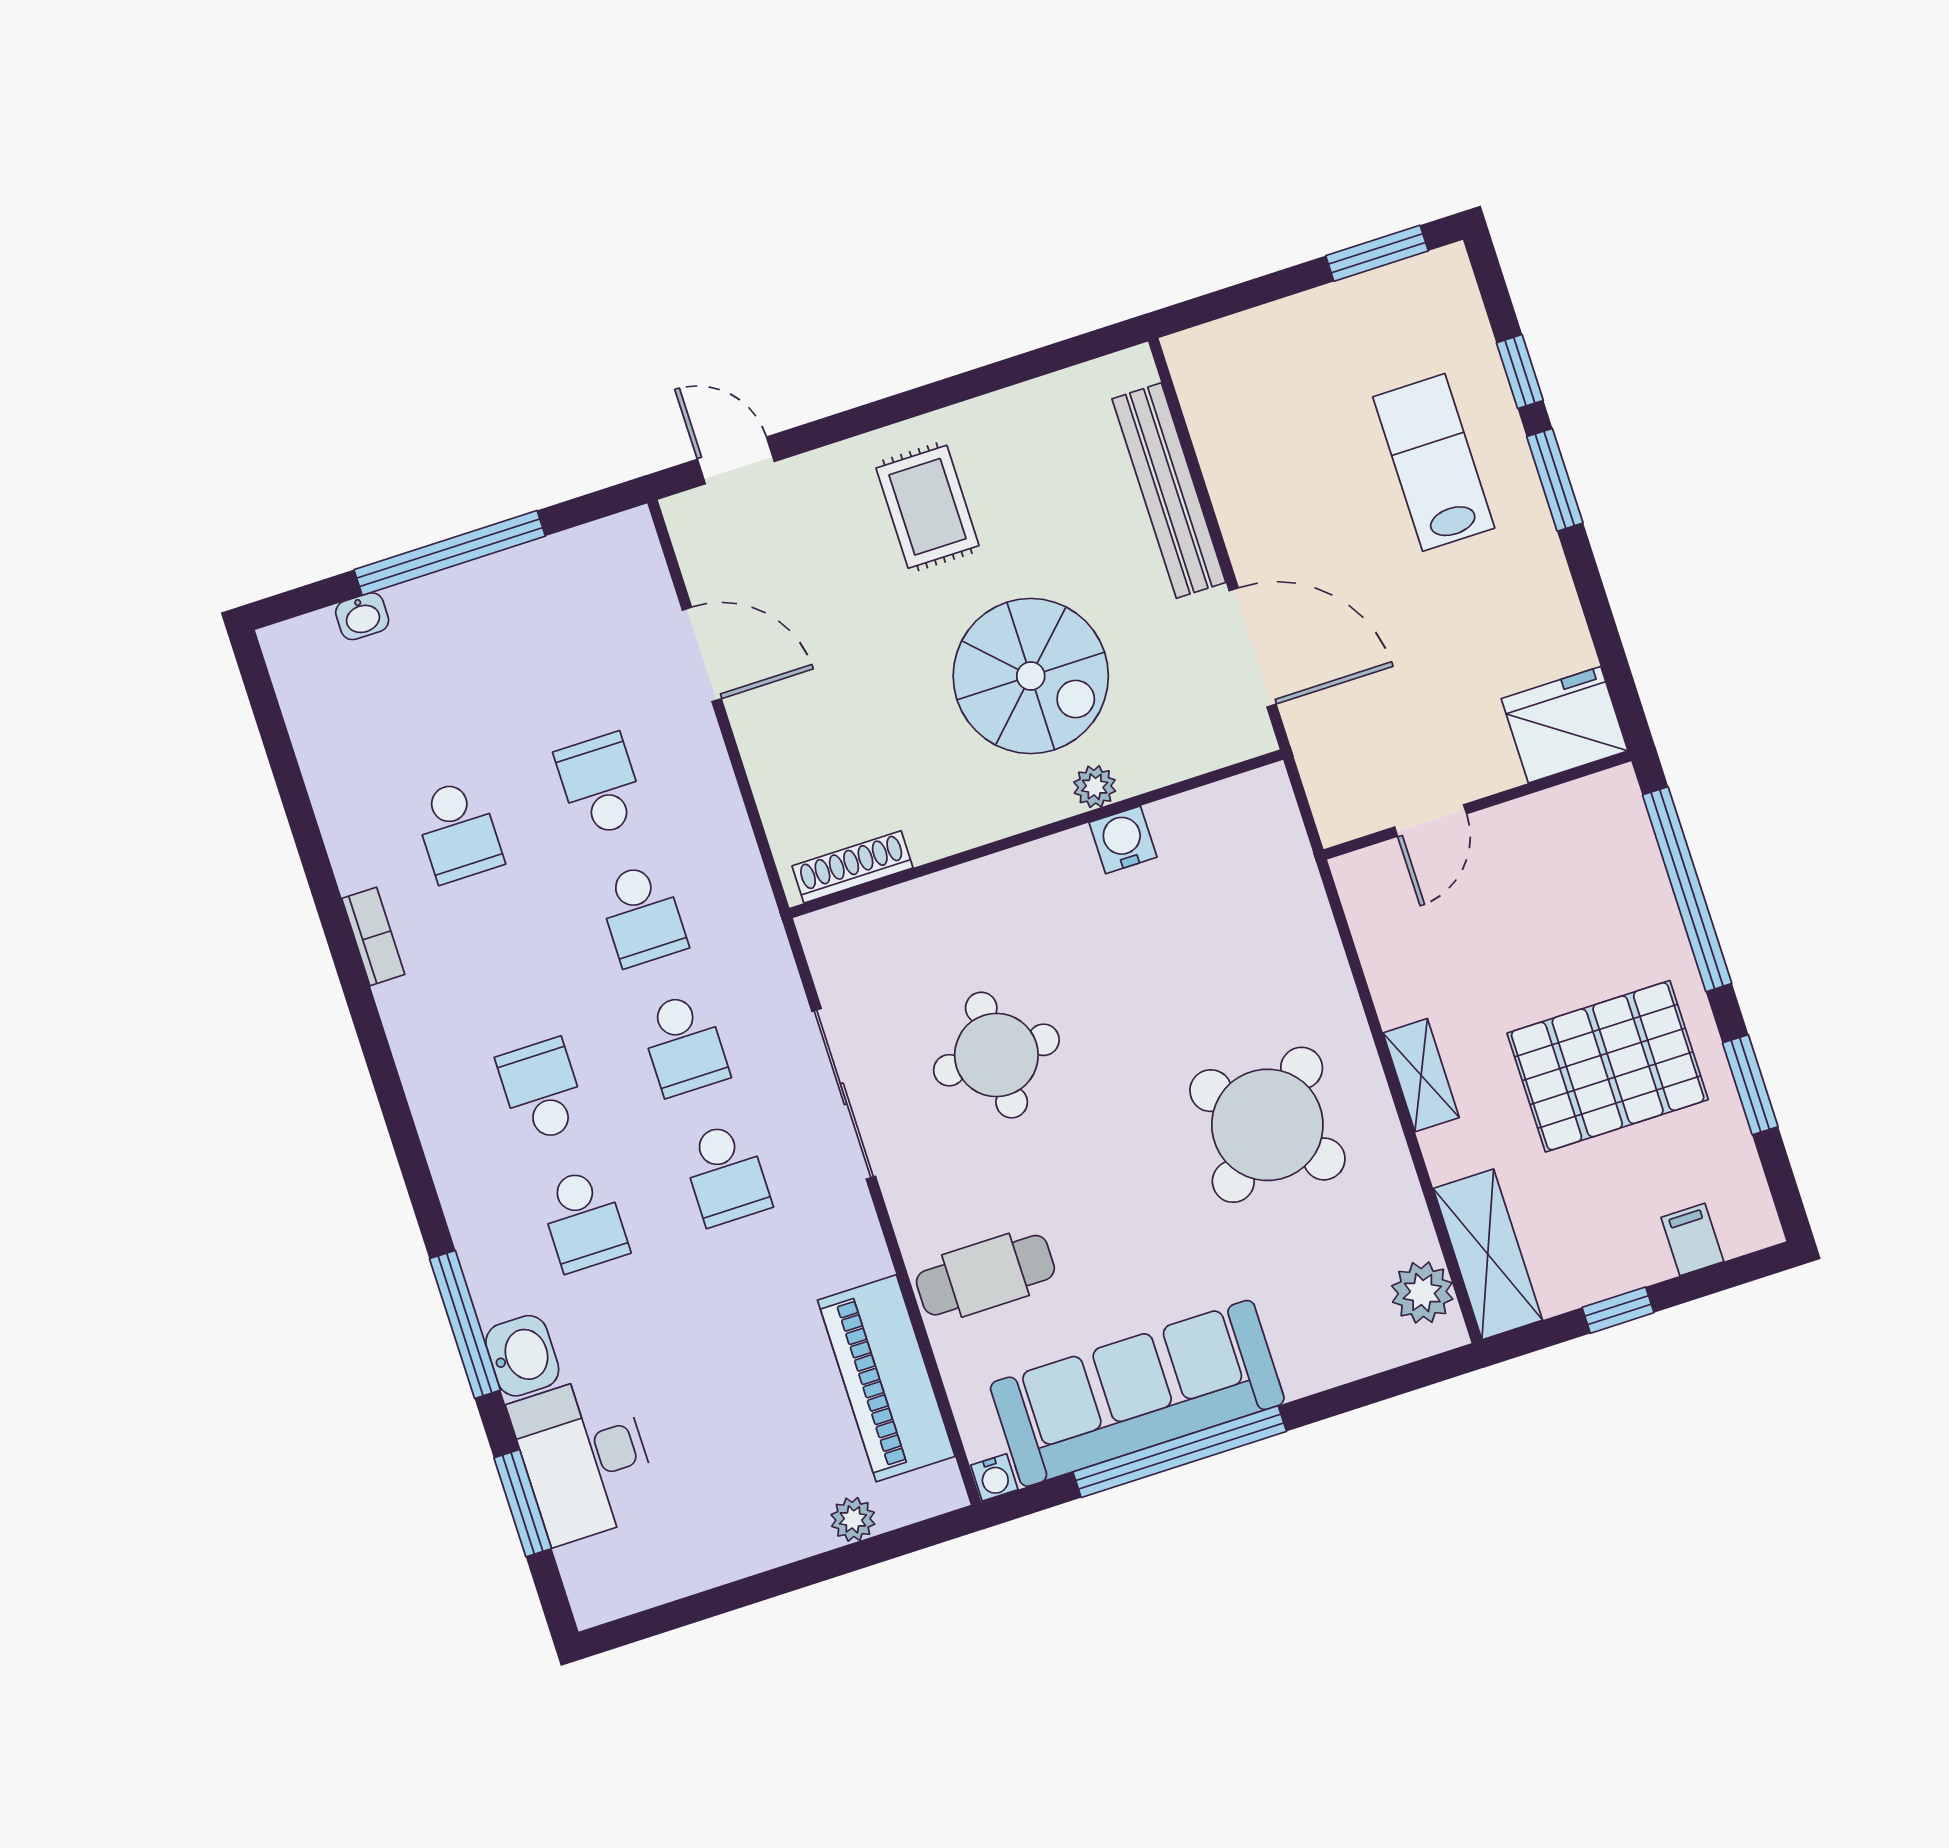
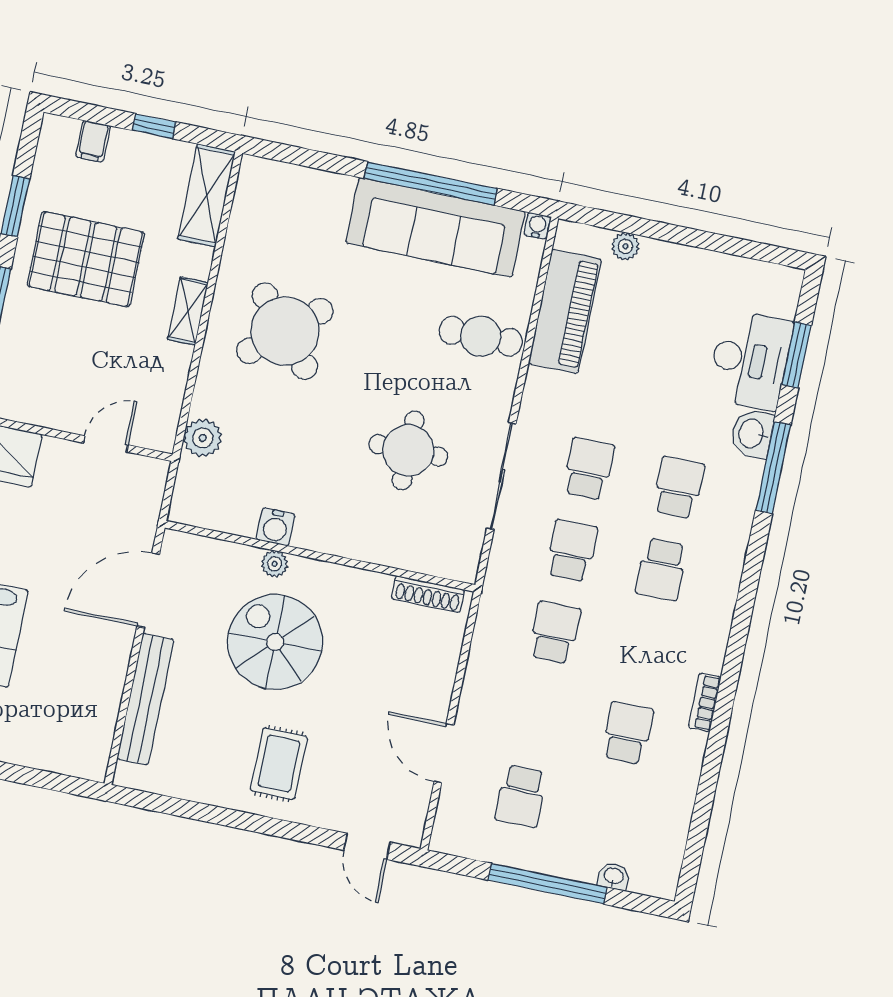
door: (1253, 647) -> (148, 590), hinge flipped
school desk: (600, 785) -> (521, 796), moved
plant: (1422, 1293) -> (203, 438), moved

